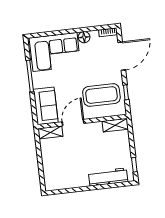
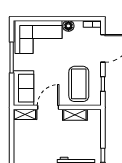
coffee table: (101, 95) -> (79, 84), turned 90
shelving: (115, 125) -> (75, 115), moved

